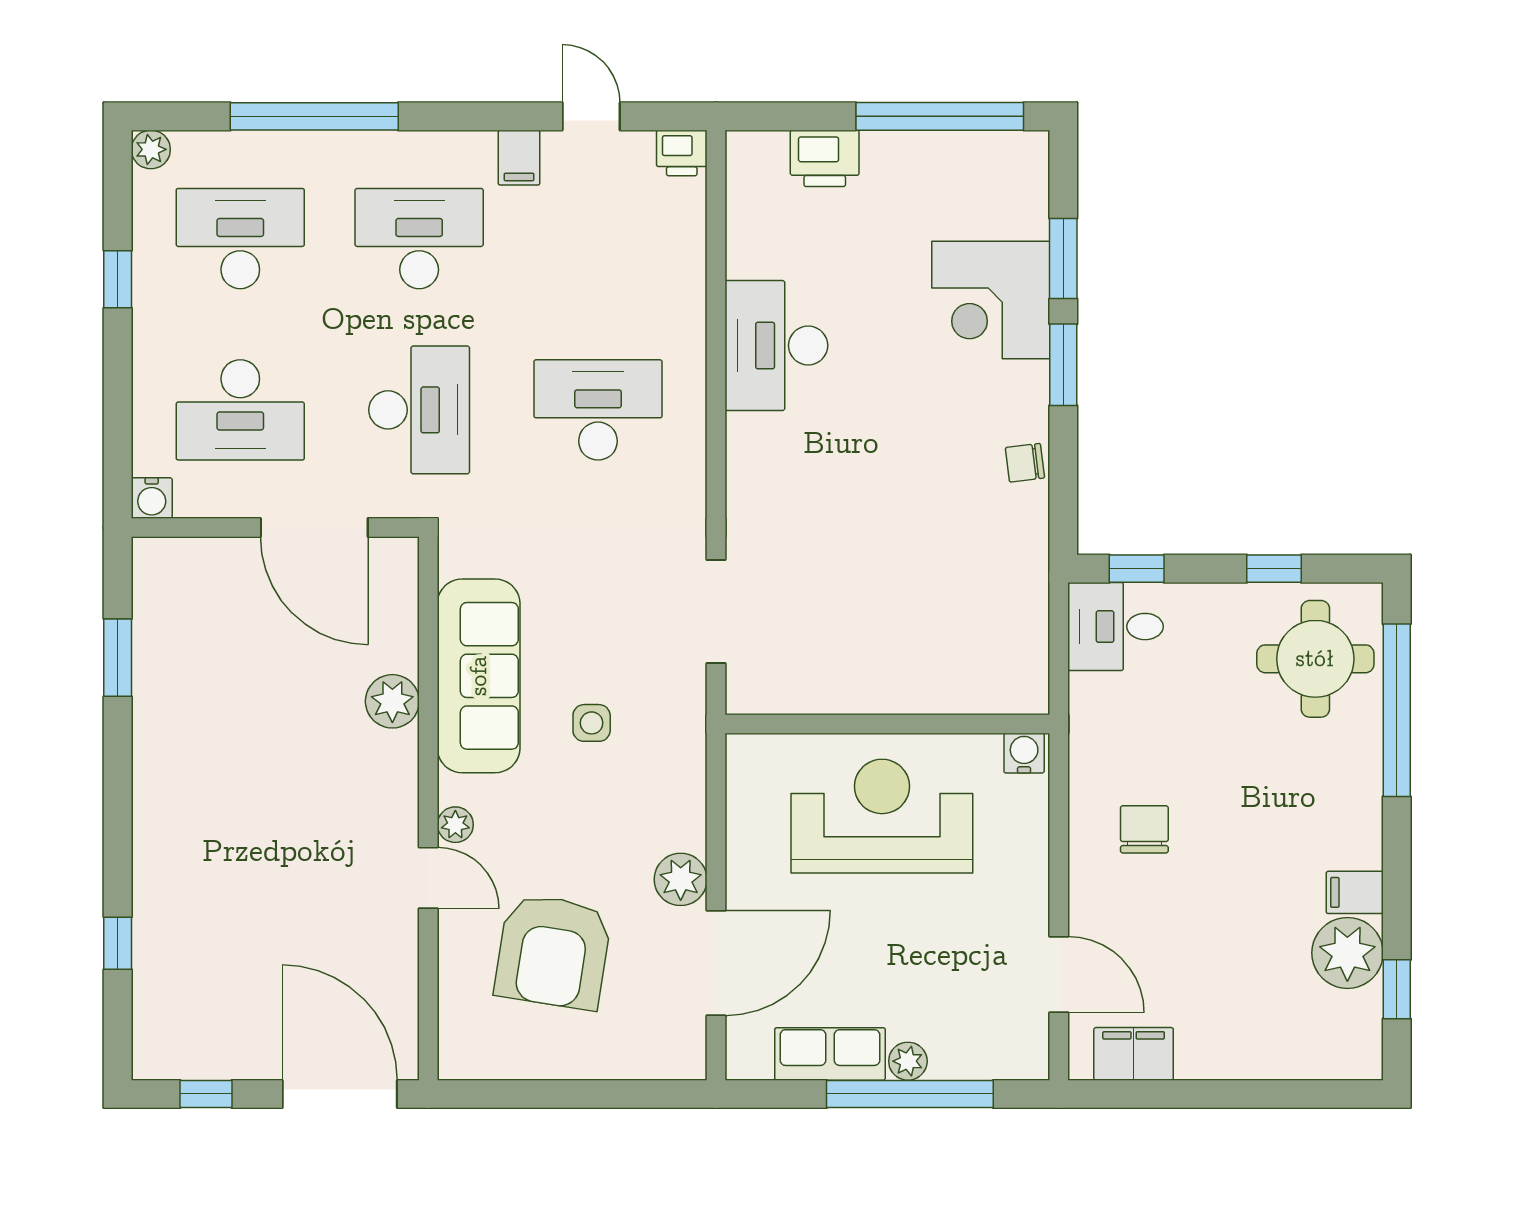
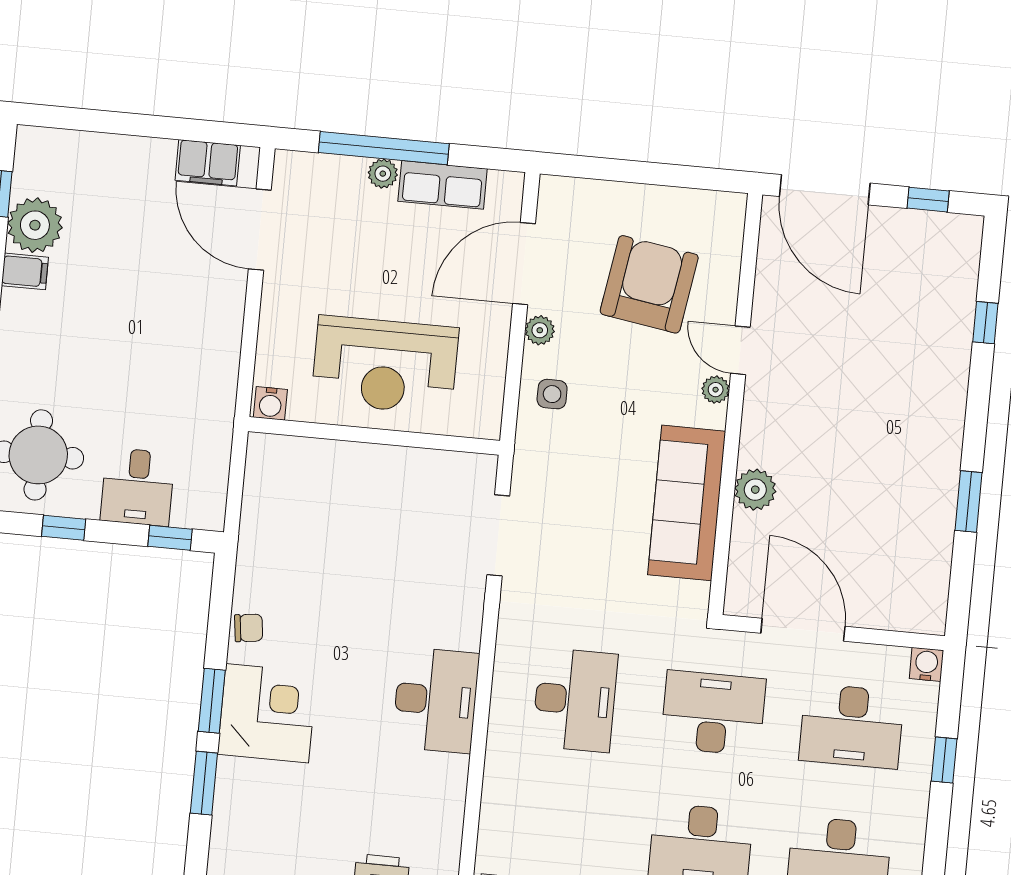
window: (118, 279) -> (944, 760), moved
corner desk: (991, 300) -> (267, 713), moved
desk: (776, 346) -> (436, 700), moved
desk: (240, 410) -> (852, 726), turned 180
desk: (419, 410) -> (713, 713), turned 90
desk: (598, 410) -> (575, 700), turned -90
desk: (1116, 627) -> (138, 487), moved, turned 90
window: (118, 658) -> (968, 502), moved
side table: (592, 723) -> (552, 394), moved
chair: (1144, 829) -> (183, 336), removed
plant: (681, 879) -> (540, 330), width x0.73, depth x0.73
door: (1059, 974) -> (260, 230), width x1.36

